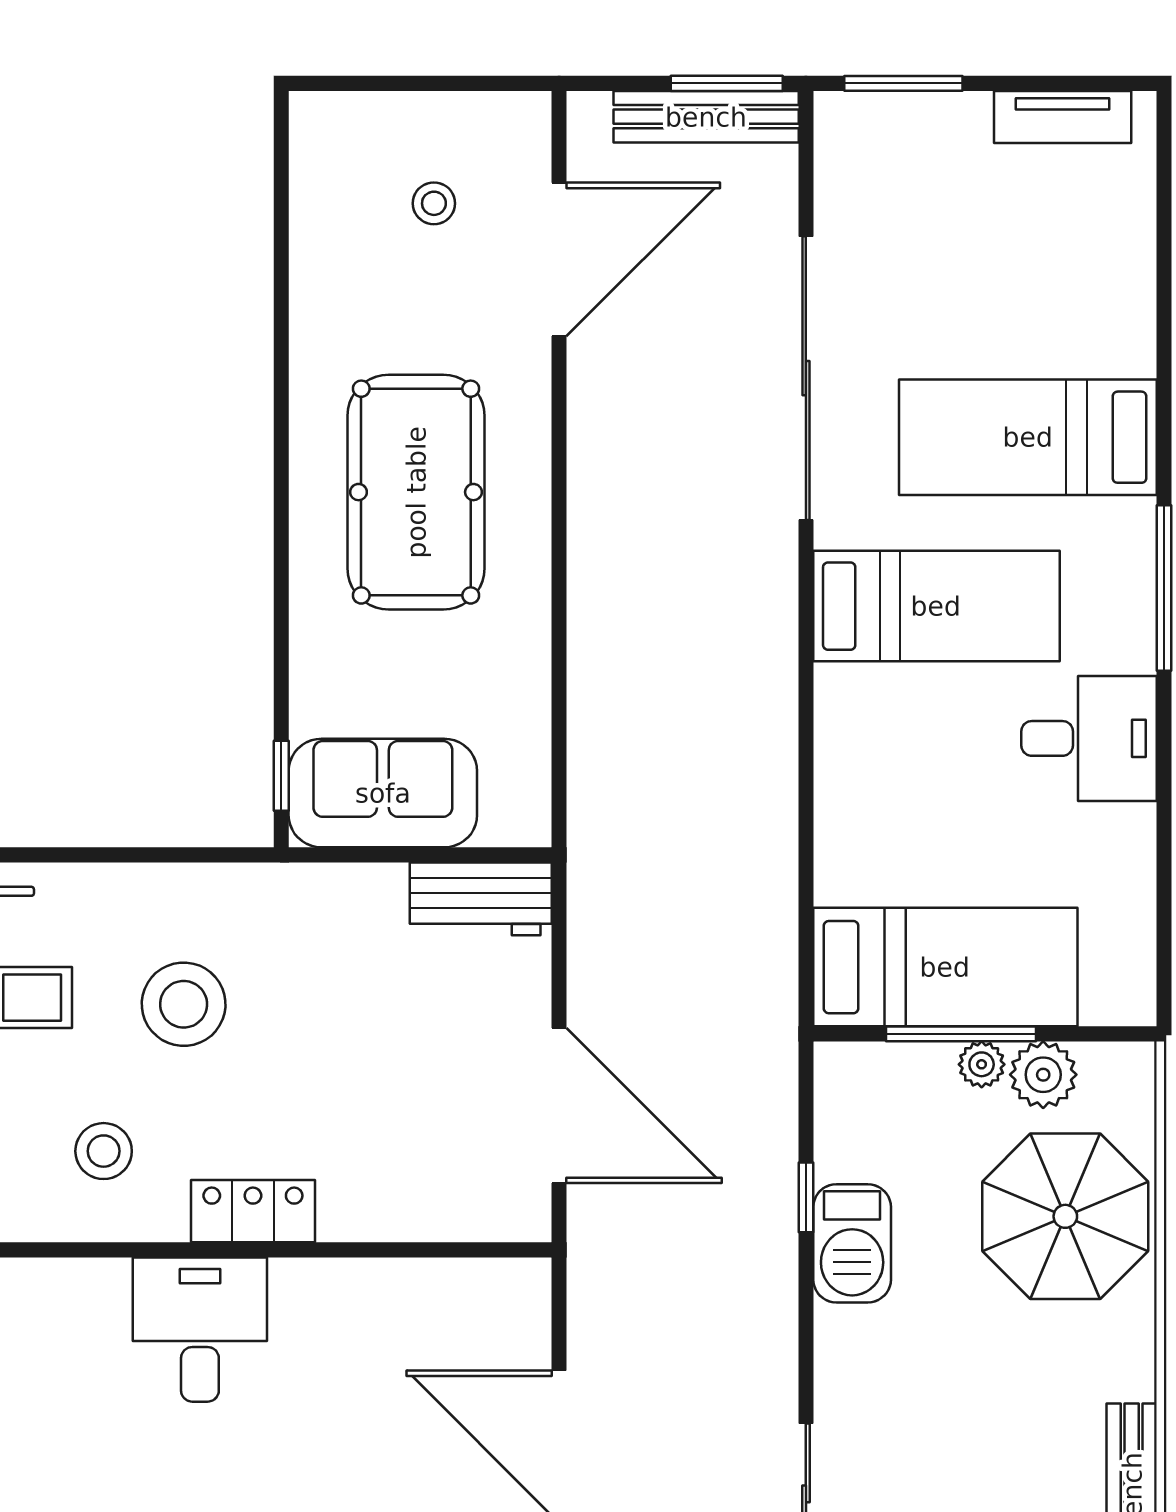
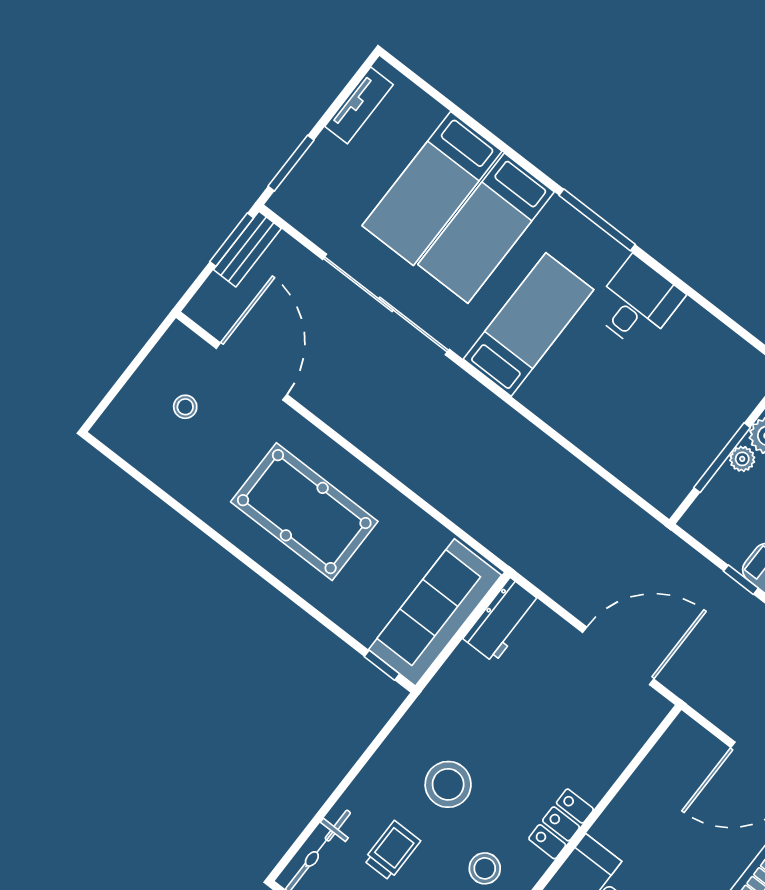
bench: (706, 117) -> (247, 249), width x0.73
sofa: (383, 793) -> (435, 612), width x1.36
bed: (945, 967) -> (432, 188), moved, turned 180

